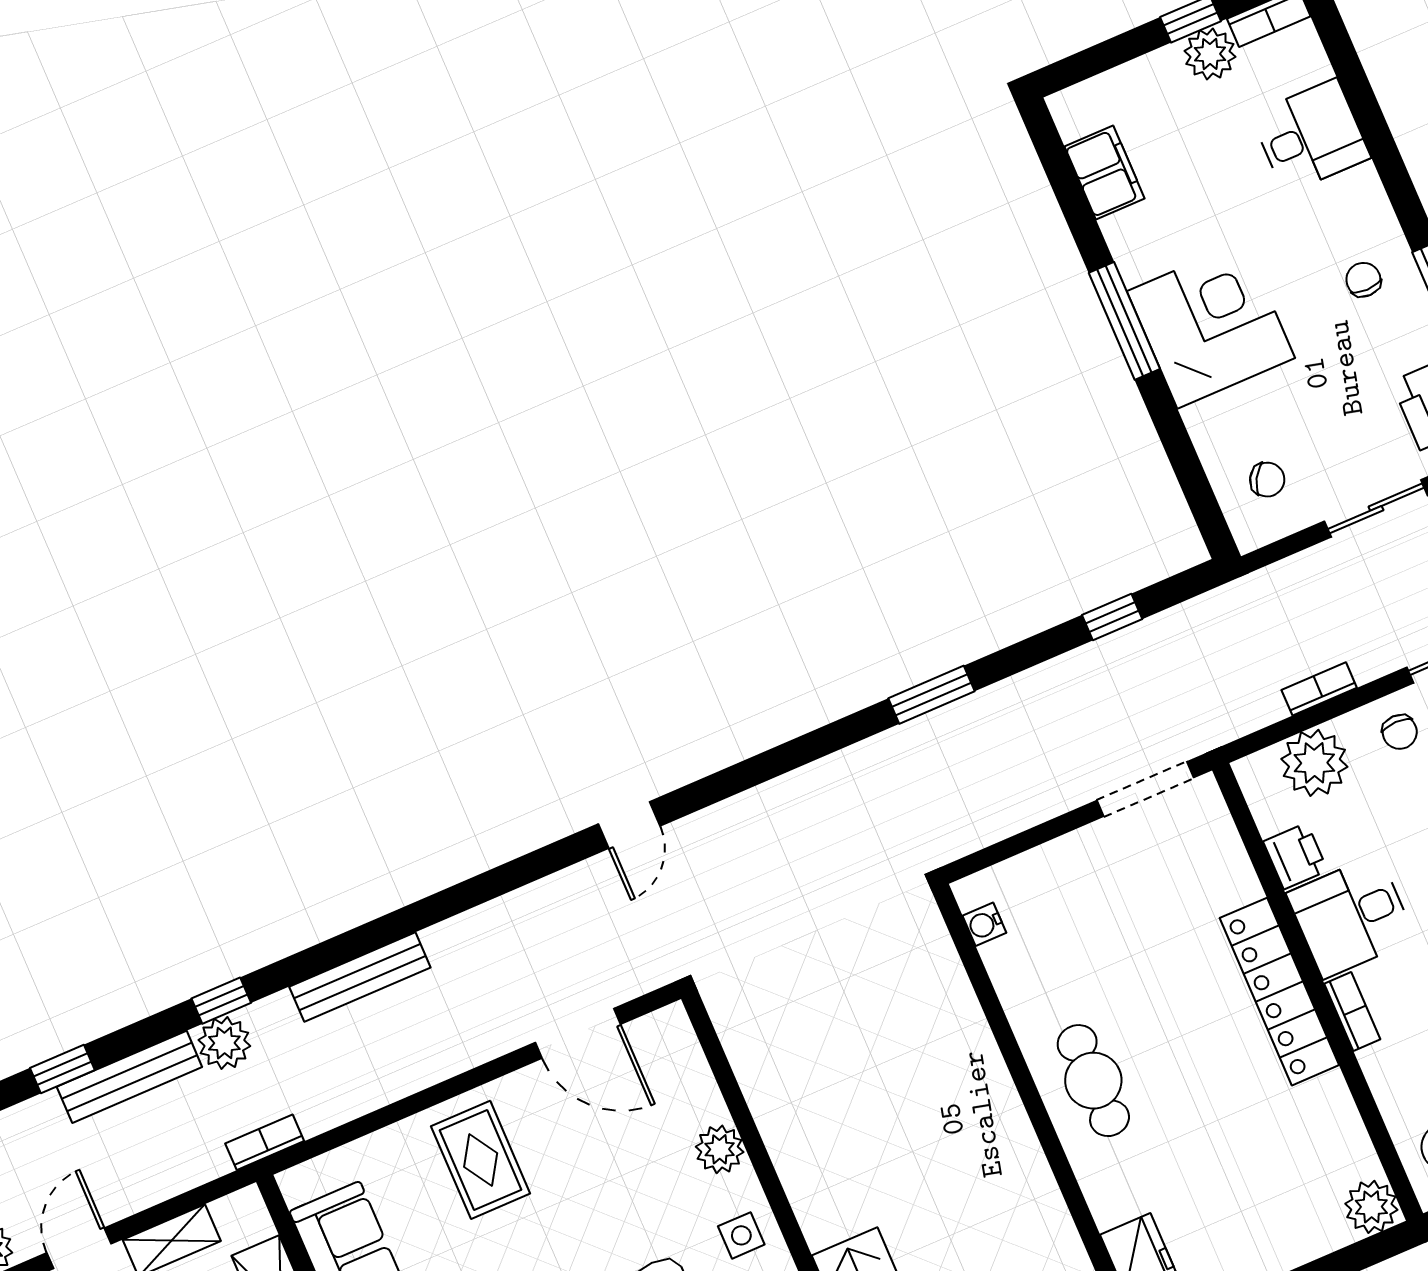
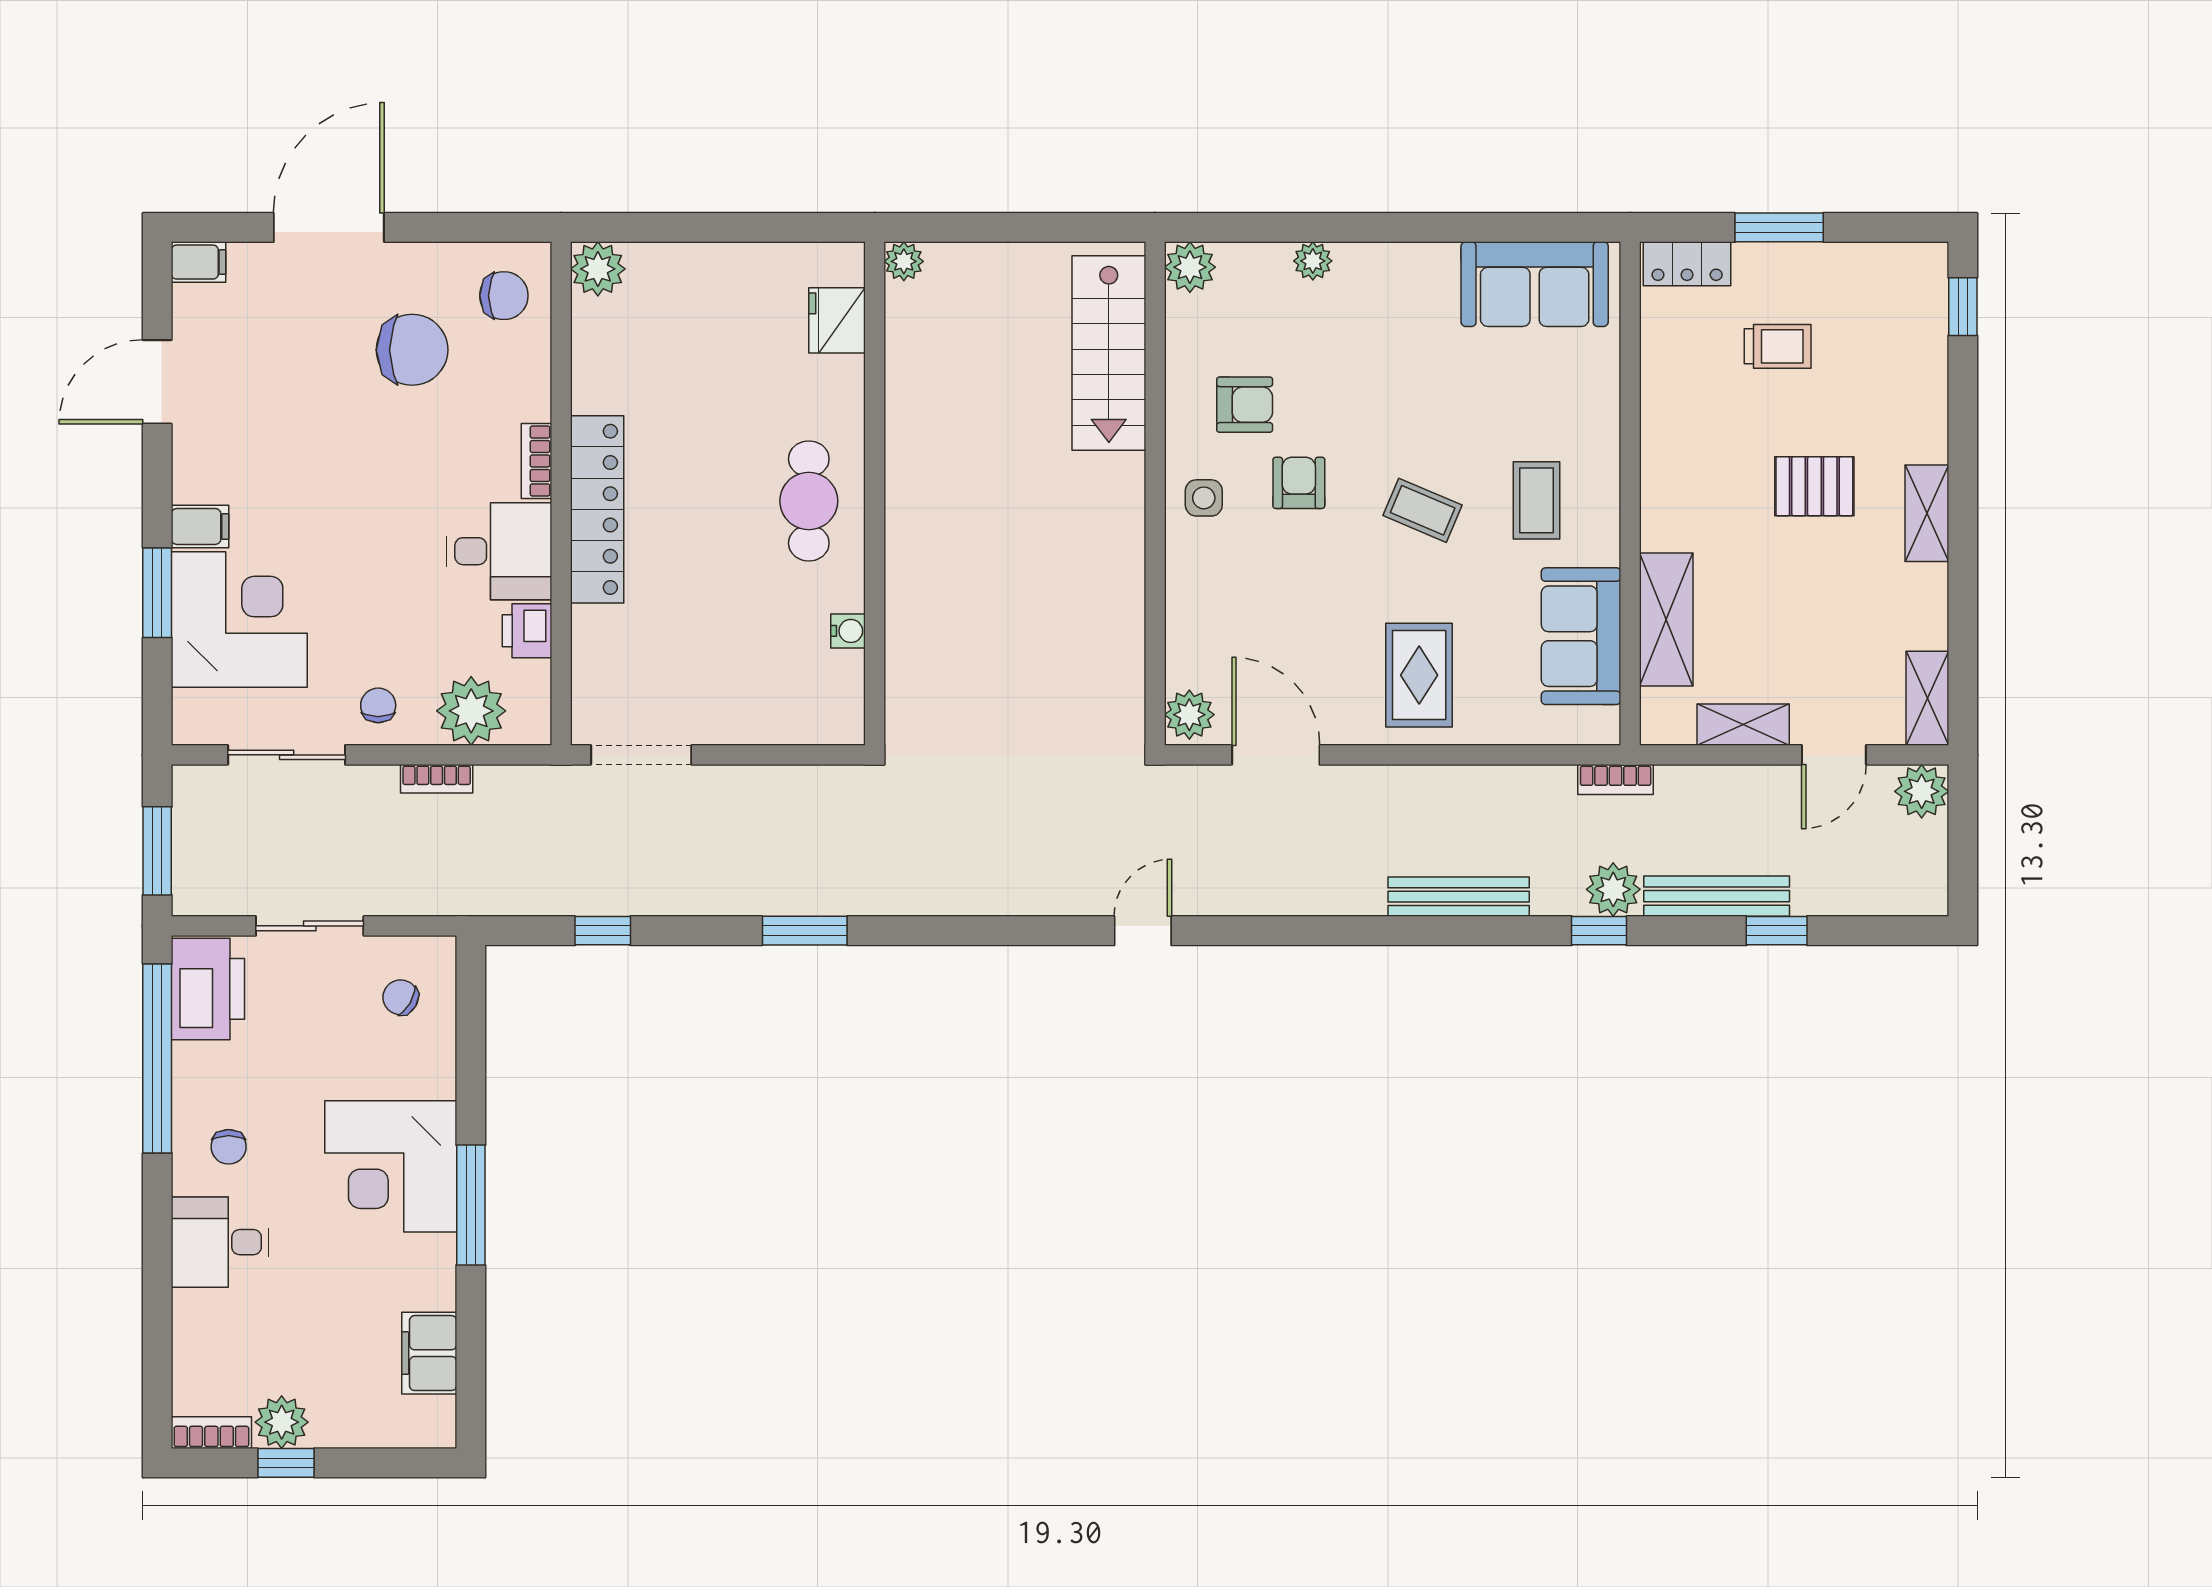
desk: (1311, 136) -> (220, 1242), moved
water cooler: (984, 924) -> (848, 631), moved
plant: (720, 1149) -> (1189, 715), moved

